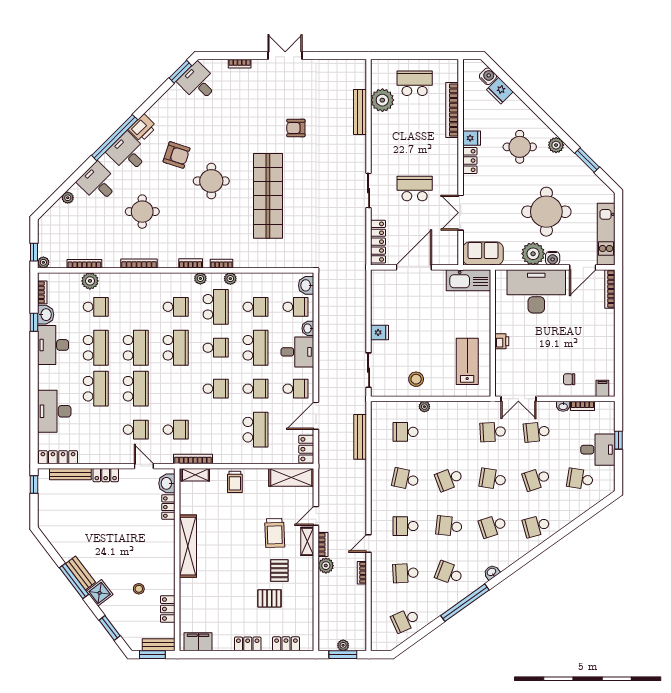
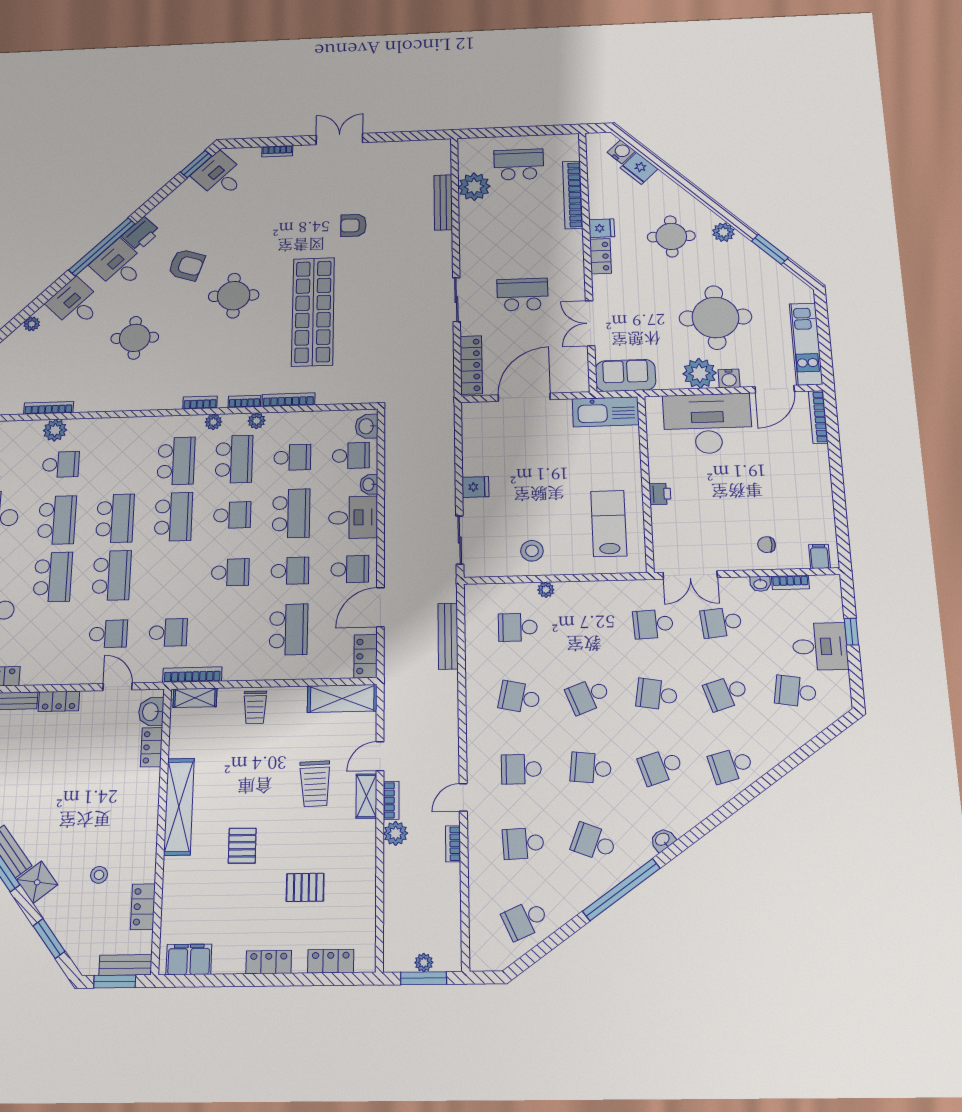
bookcase: (139, 263) -> (288, 400), moved
school desk: (176, 307) -> (176, 461), width x1.85
pallet: (279, 571) -> (242, 846), moved

